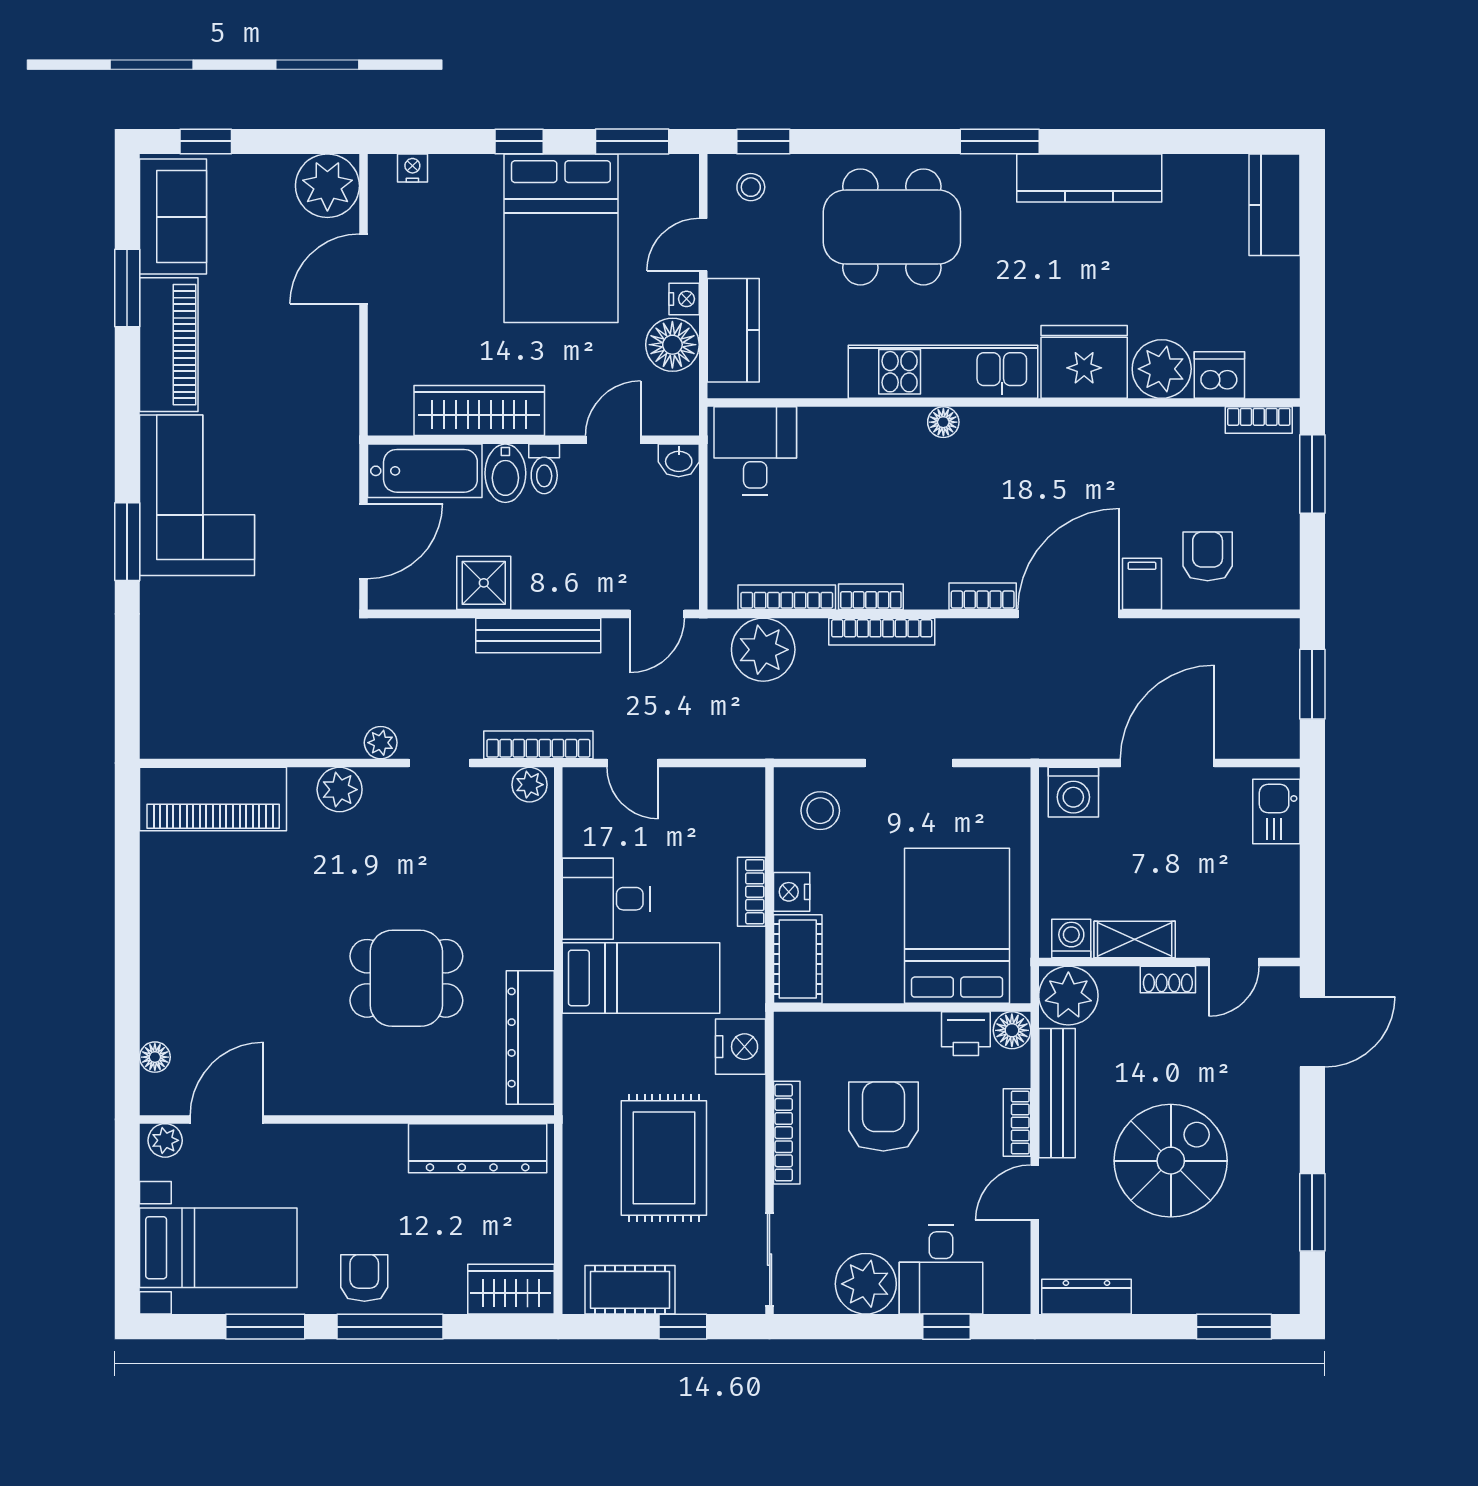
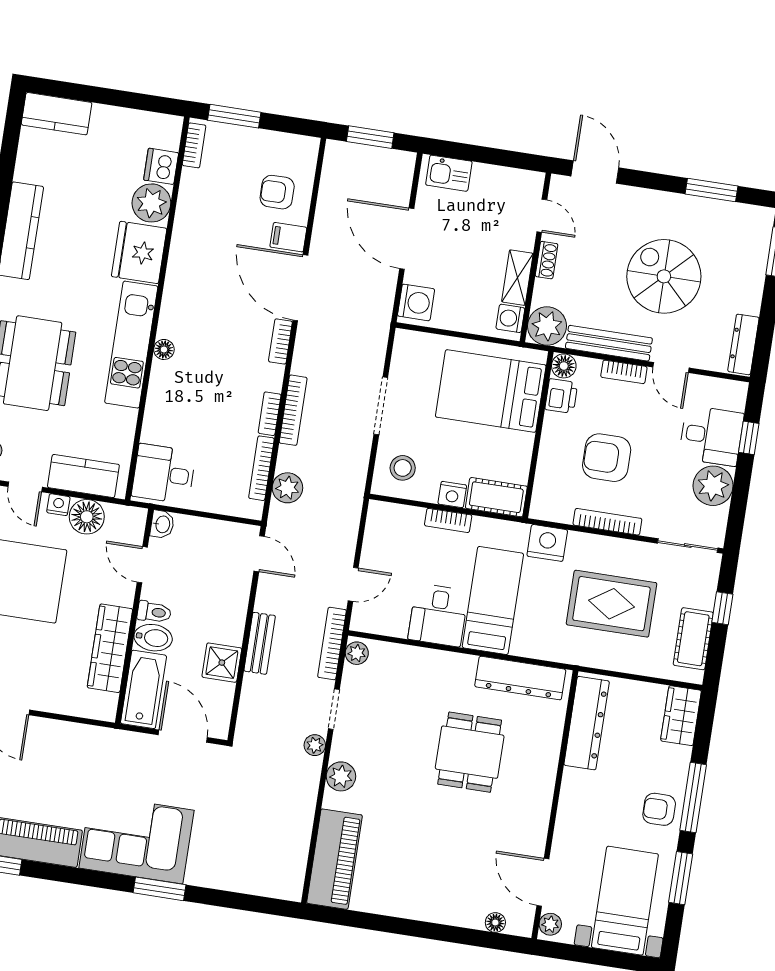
bench: (538, 635) -> (260, 643), width x0.73
plant: (763, 650) -> (287, 488), width x0.73, depth x0.73

